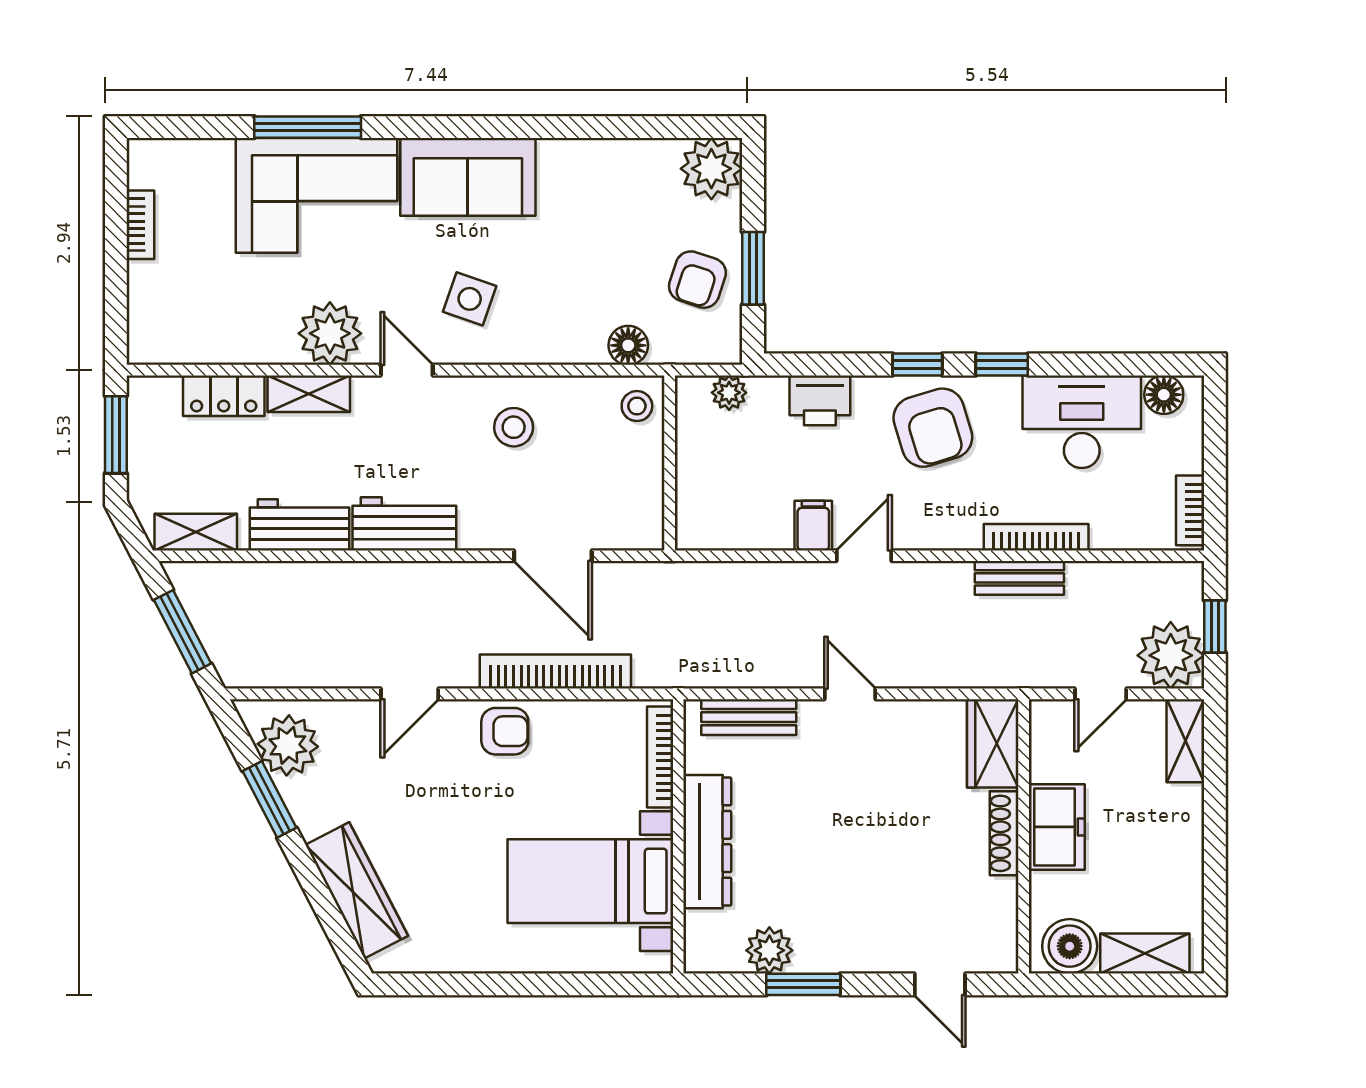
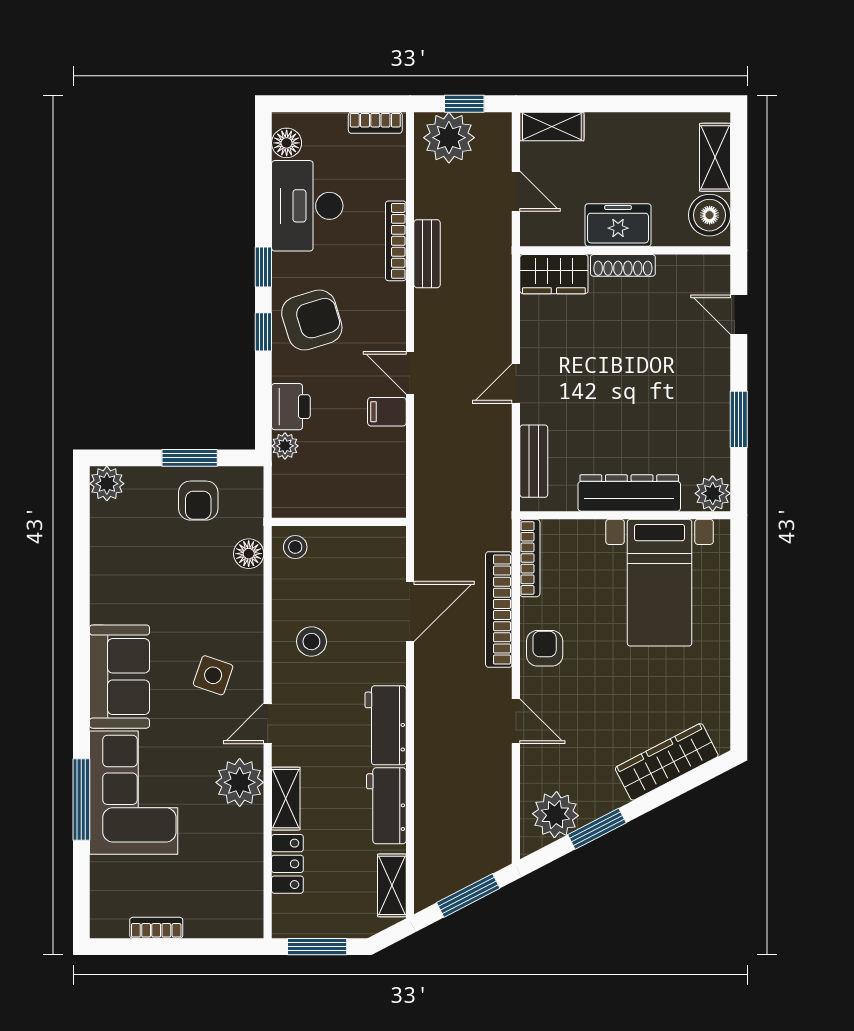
plant: (711, 169) -> (107, 484), width x0.73, depth x0.73
armchair: (697, 280) -> (198, 501), turned 72
plant: (729, 393) -> (285, 446), moved
plant: (1171, 655) -> (449, 138), moved
bookcase: (660, 757) -> (530, 558), moved, turned -90
plant: (769, 950) -> (713, 493), moved
door: (940, 984) -> (739, 315), swing flipped

